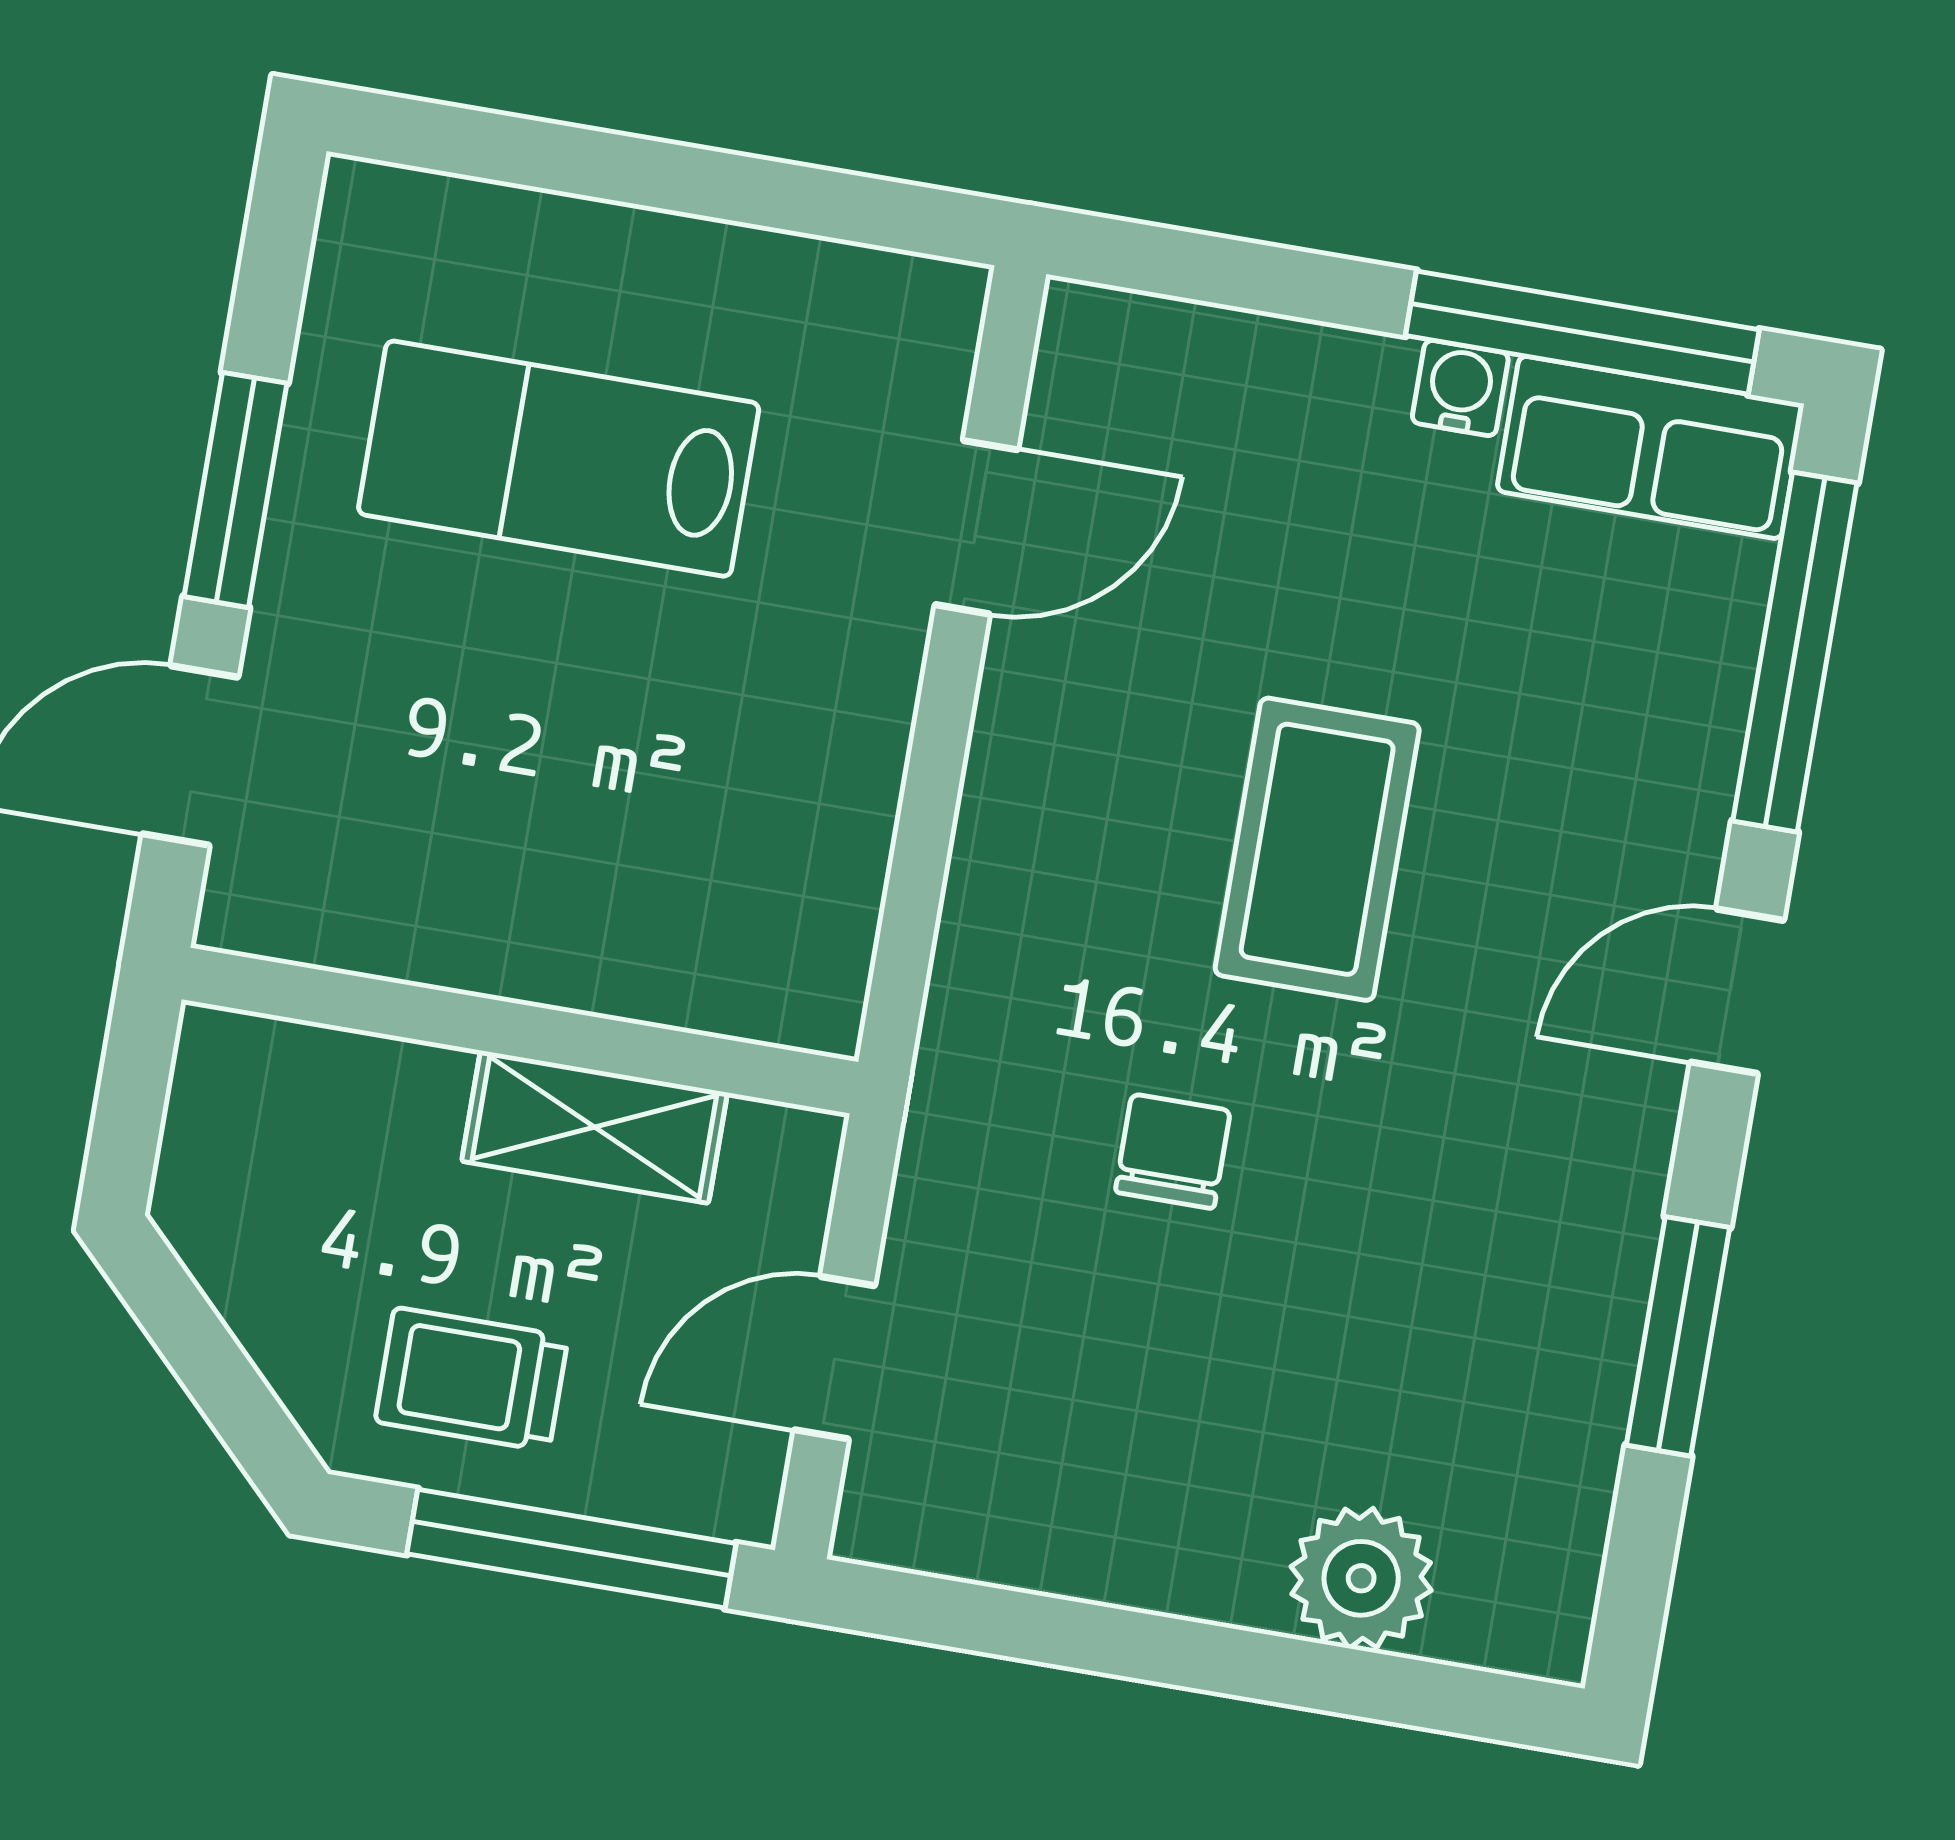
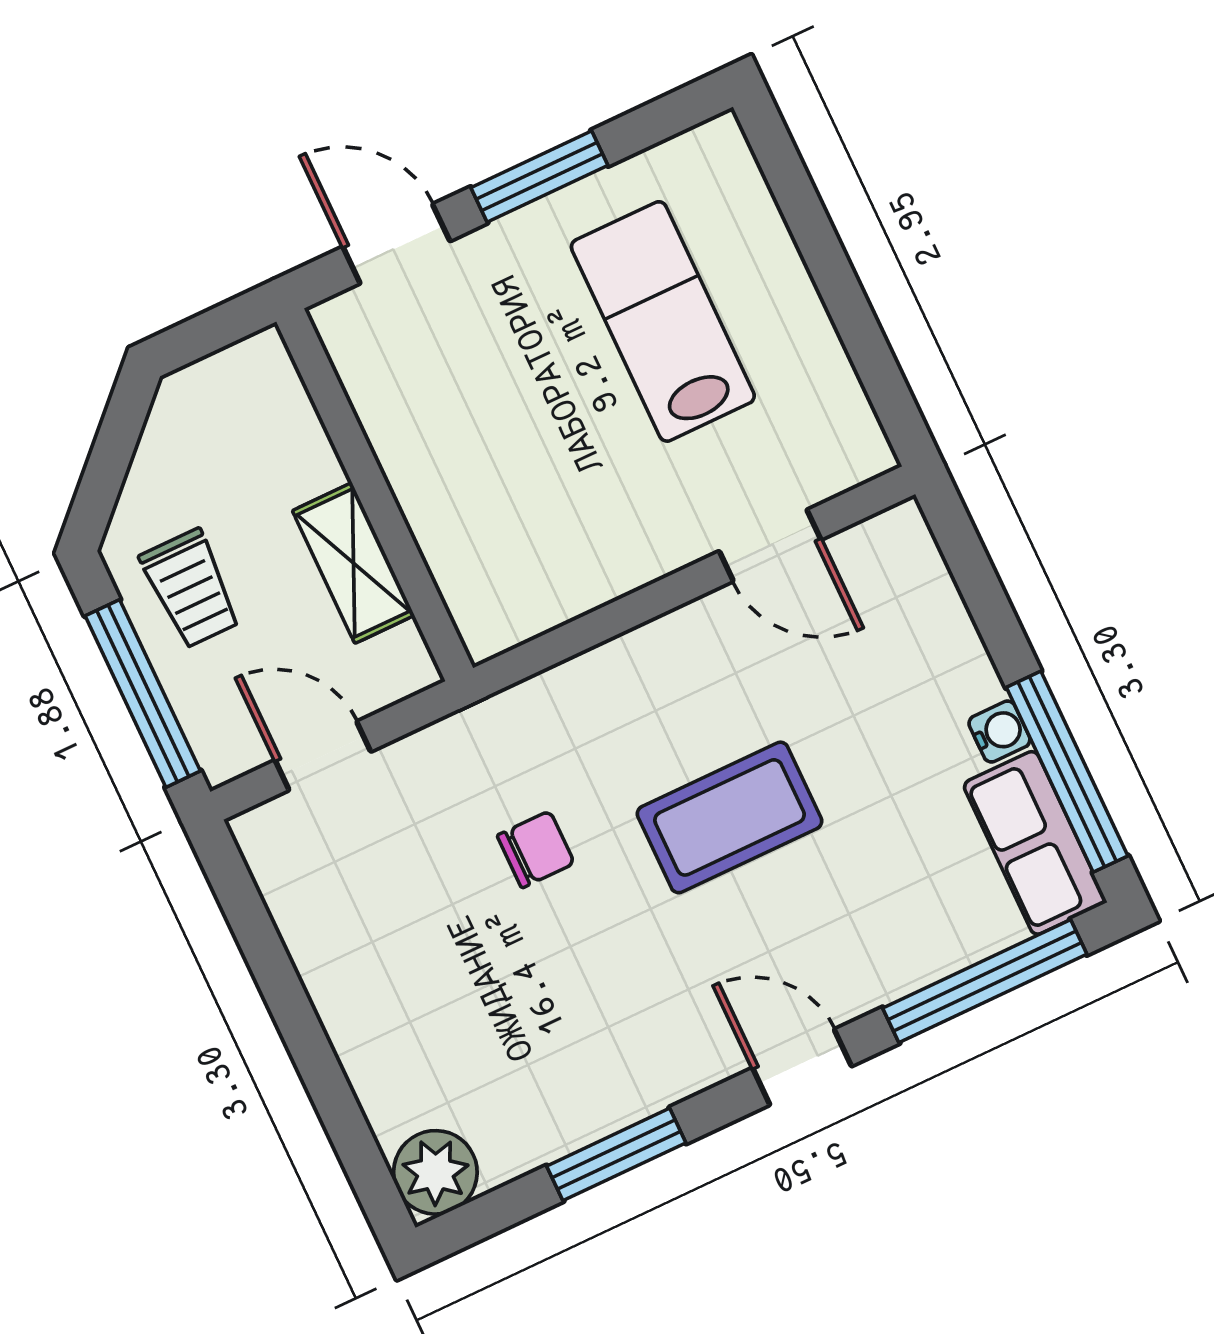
trolley: (472, 1379) -> (191, 589), turned 180
plant: (1361, 1578) -> (435, 1172), moved

